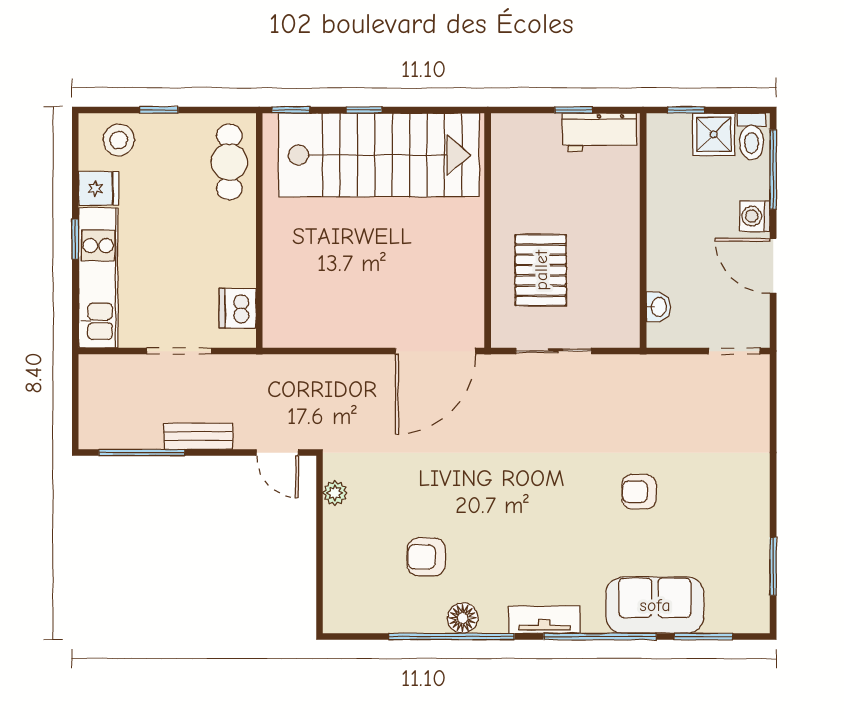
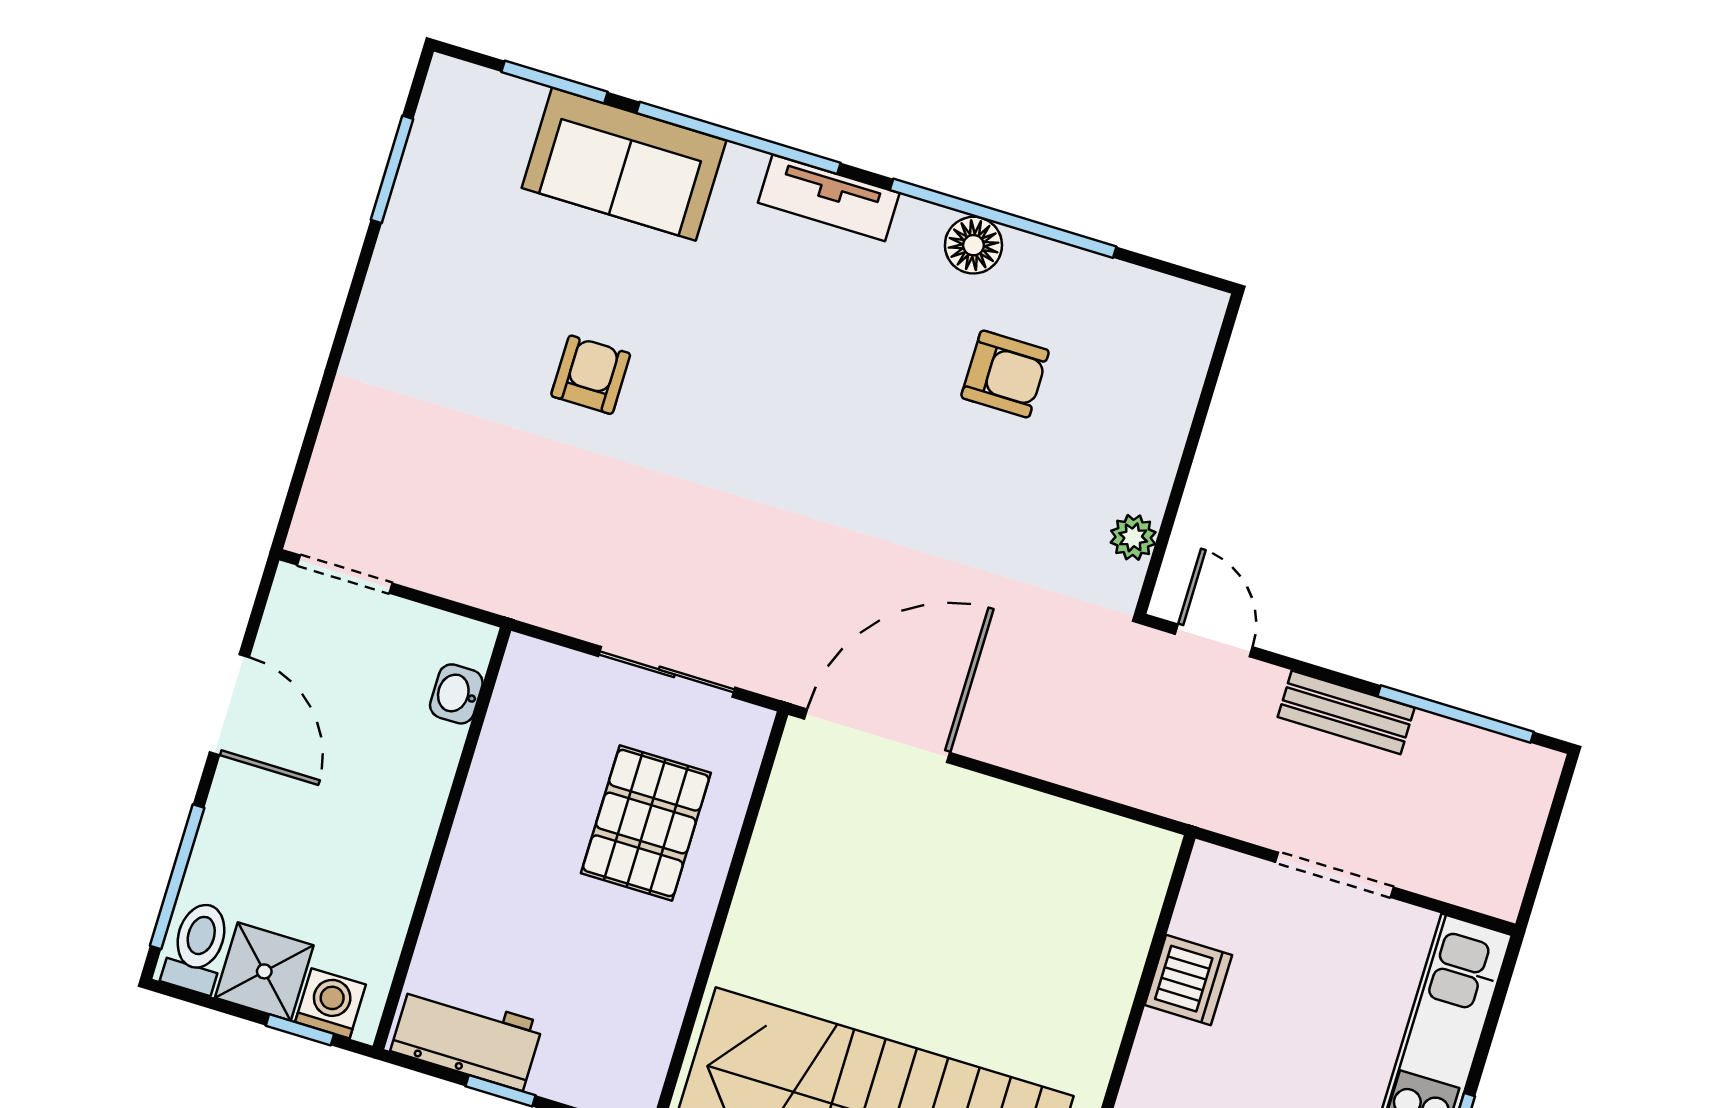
washing machine: (755, 216) -> (330, 1003), moved, turned -90
dishwasher: (238, 308) -> (1188, 980), moved
armchair: (639, 492) -> (591, 375), turned -90

